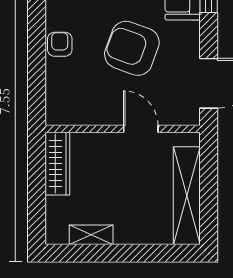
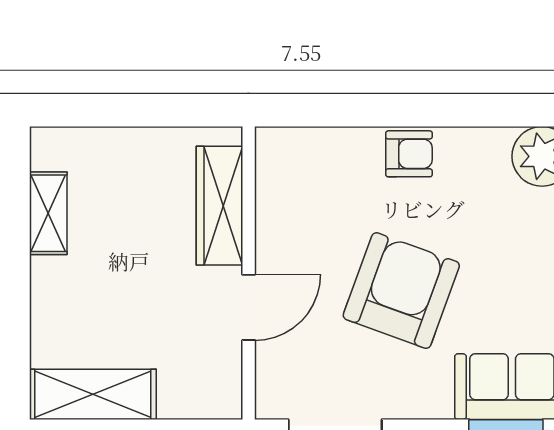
wardrobe: (57, 164) -> (220, 206), moved, turned 90
shelving: (187, 196) -> (93, 394), width x0.68

